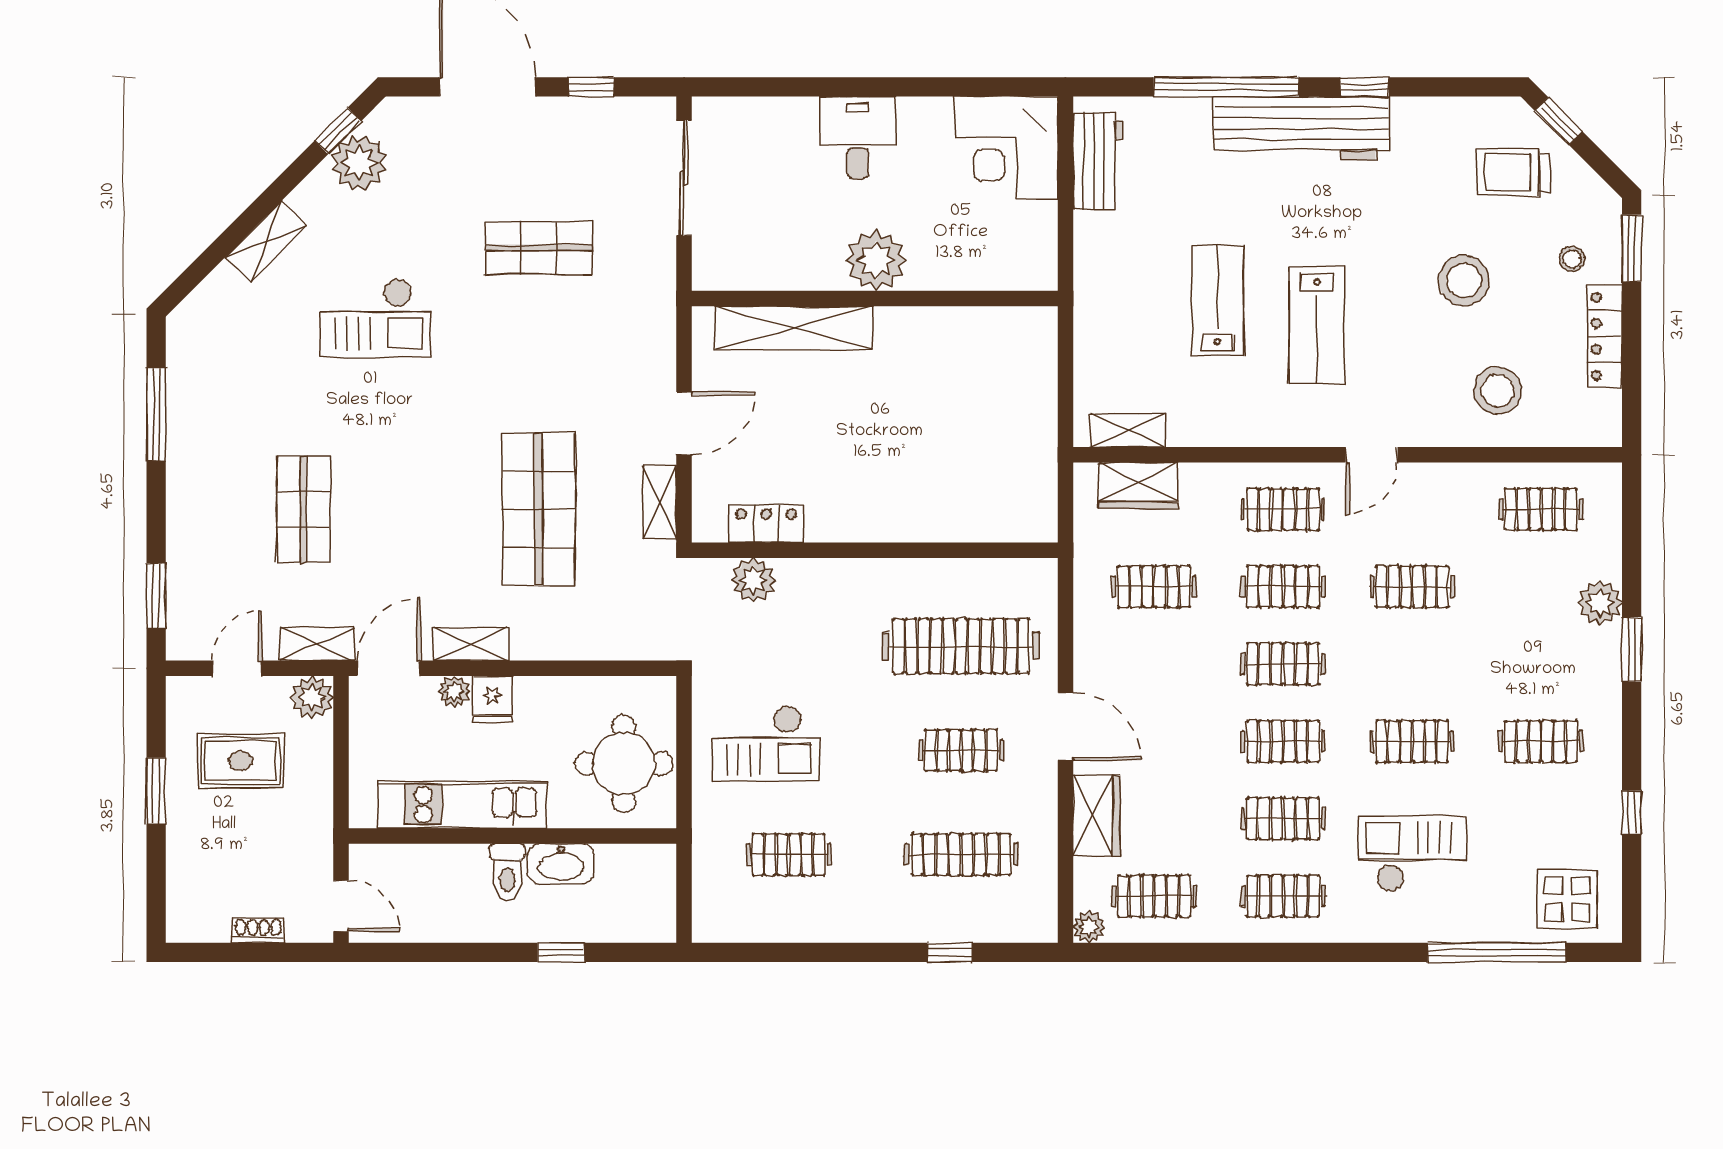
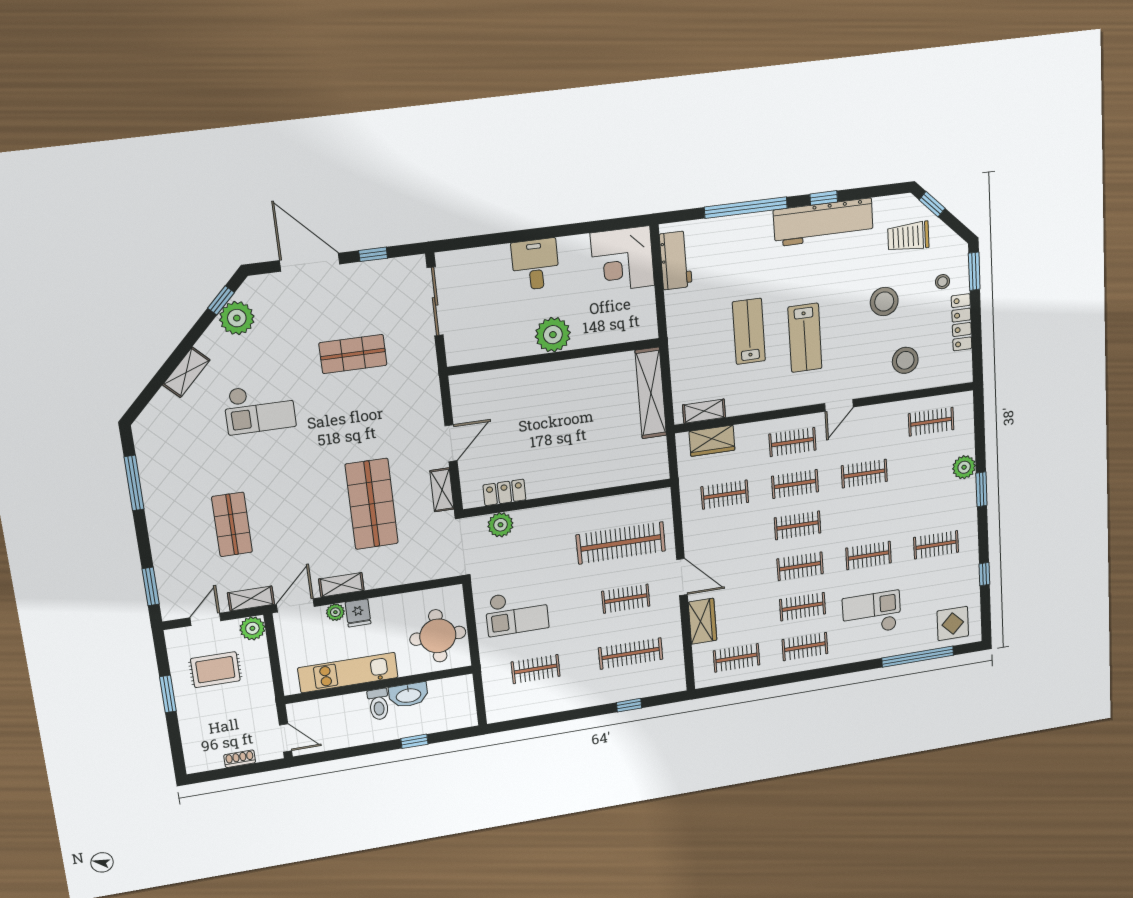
workbench: (1302, 128) -> (823, 222), moved
shelving: (794, 328) -> (651, 393), moved, turned 90
plant: (1089, 927) -> (703, 680), removed

